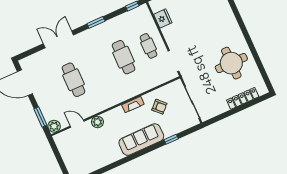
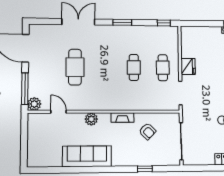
fridge: (163, 19) -> (188, 66), moved
cafe table: (124, 57) -> (134, 67), width x0.73, depth x0.74
window: (40, 117) -> (25, 89), width x1.44
plant: (97, 122) -> (91, 119), moved
sofa: (141, 140) -> (87, 156), moved

